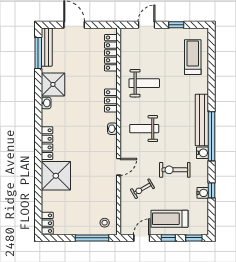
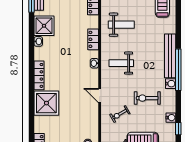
door: (119, 167) -> (100, 95), swing flipped
window: (211, 190) -> (178, 129), moved

